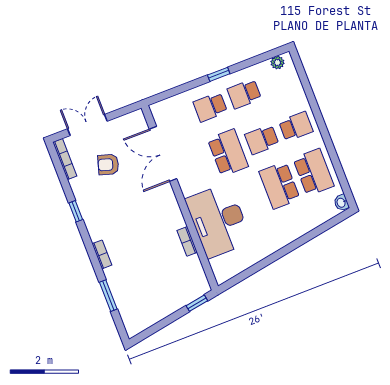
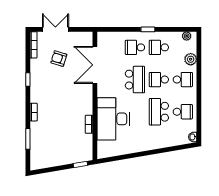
plant: (296, 93) -> (191, 59), added
school desk: (313, 172) -> (183, 112), width x0.54

